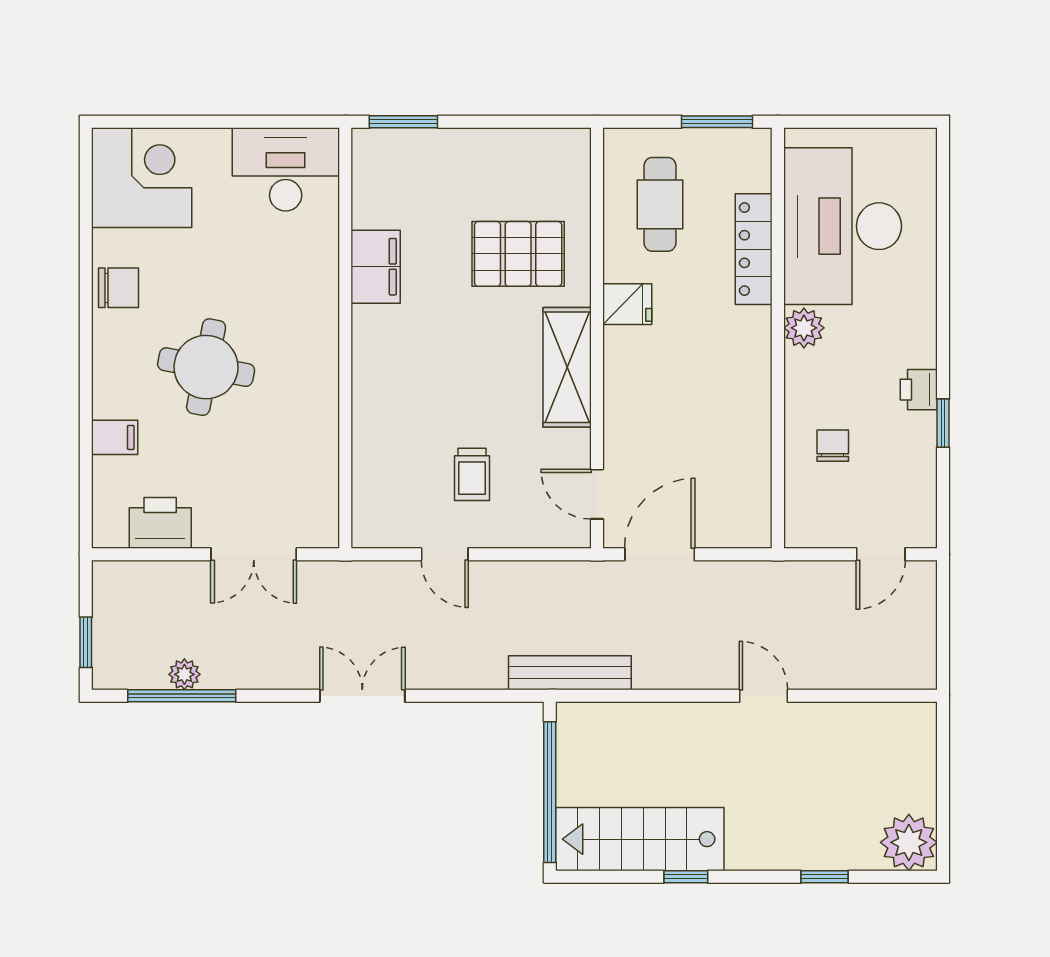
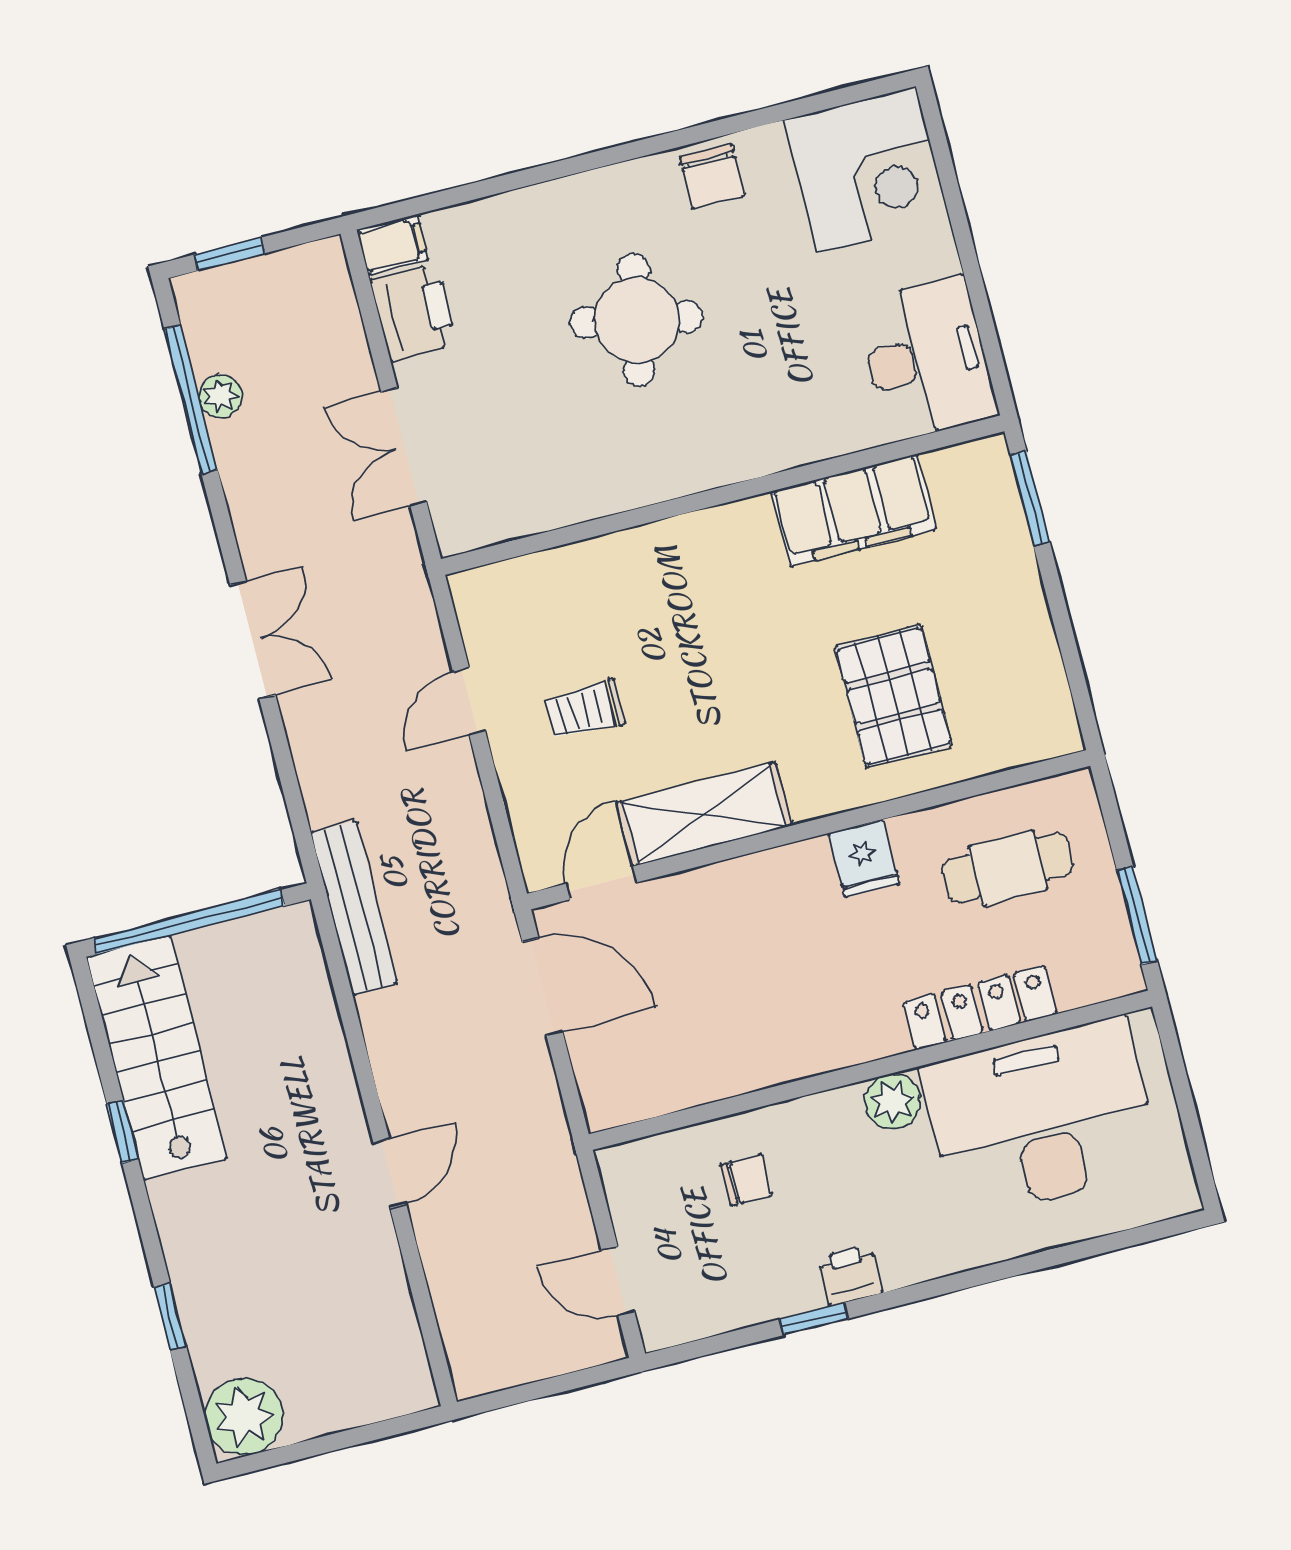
filing cabinet: (376, 267) -> (854, 510), width x1.50, depth x1.17
shelving: (567, 367) -> (704, 814), moved
filing cabinet: (115, 437) -> (393, 245), moved, turned -90

